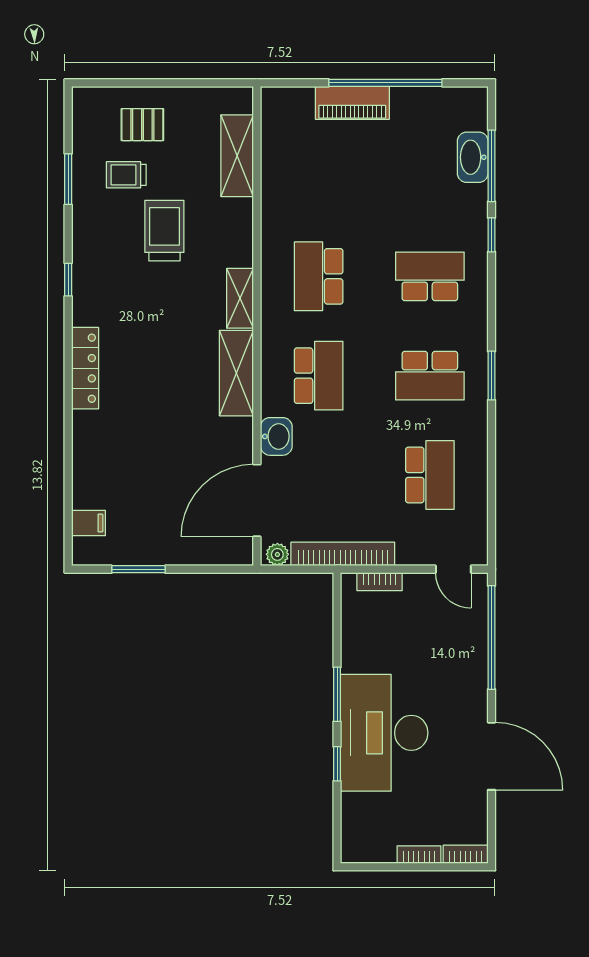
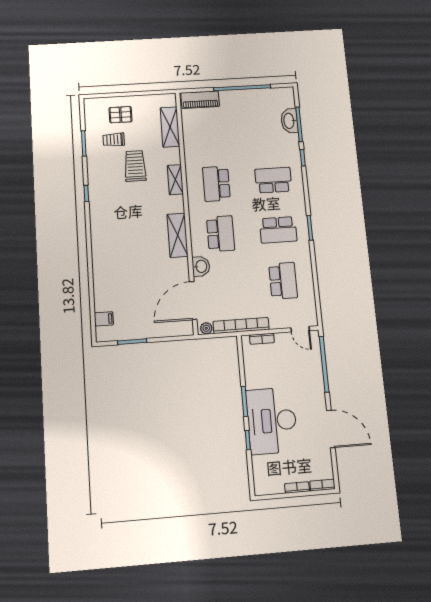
piano: (352, 103) -> (200, 100), moved
shelving: (240, 298) -> (175, 180), moved
locker: (85, 368) -> (98, 238), removed

